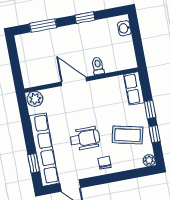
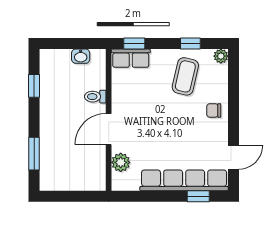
window: (85, 18) -> (34, 86), moved
washbasin: (124, 28) -> (81, 56), moved
plant: (35, 99) -> (121, 162), moved
window: (150, 109) -> (134, 43), moved
wheelchair: (85, 138) -> (180, 129), removed

